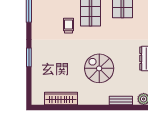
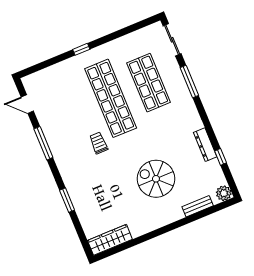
wardrobe: (61, 99) -> (110, 240), moved

